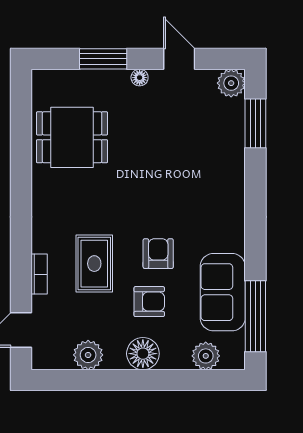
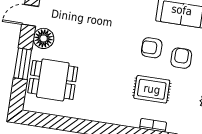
floor lamp: (140, 78) -> (44, 38), width x1.89, depth x1.89
dining table: (72, 137) -> (53, 80), moved, turned 90

